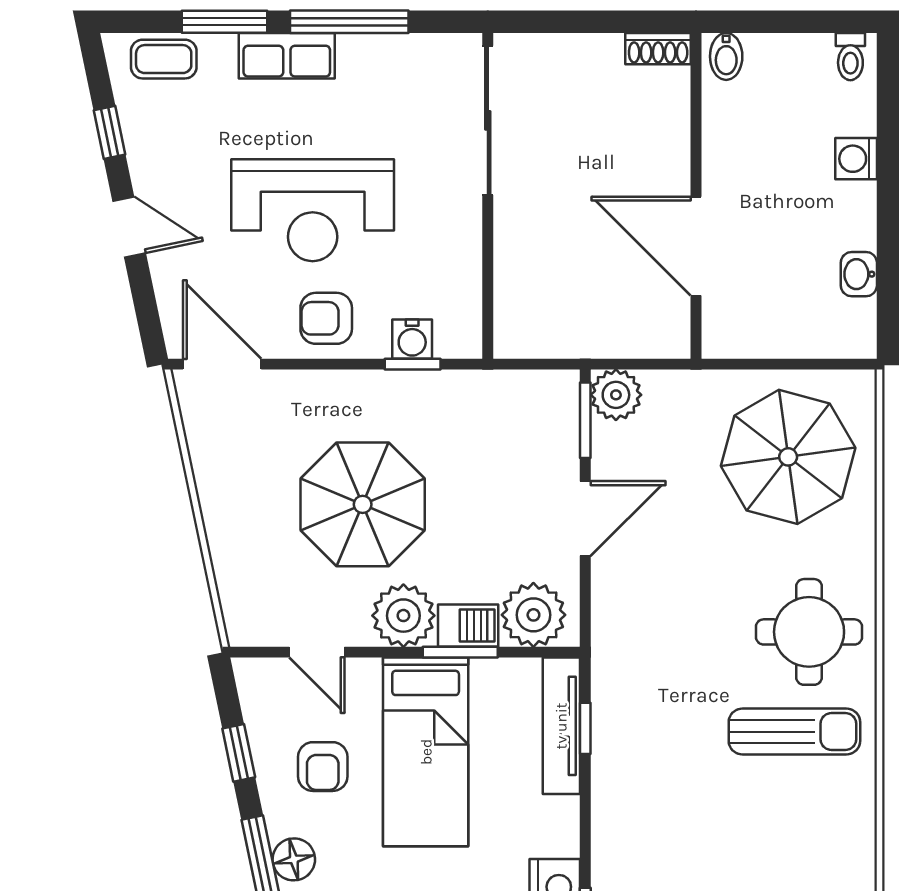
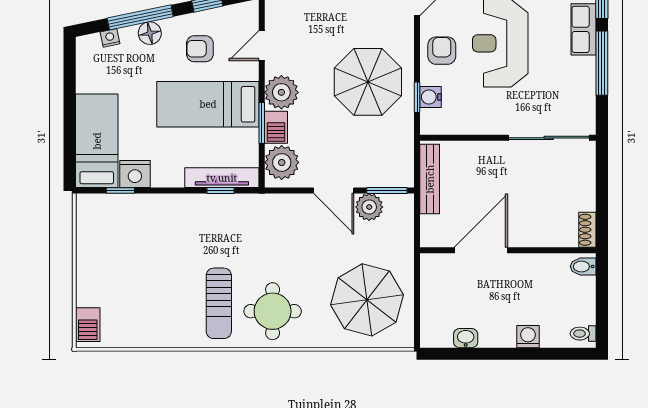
bench: (564, 341) -> (430, 179), added
plant: (616, 395) -> (369, 207), moved
parasol: (363, 504) -> (368, 82), moved

